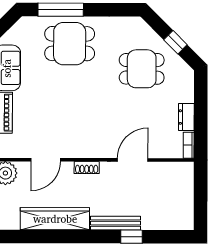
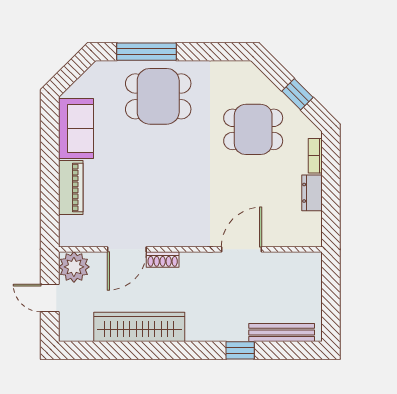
bookcase: (189, 145) -> (315, 156), moved
shoe rack: (87, 168) -> (163, 259), moved
bench: (116, 223) -> (282, 332), moved

